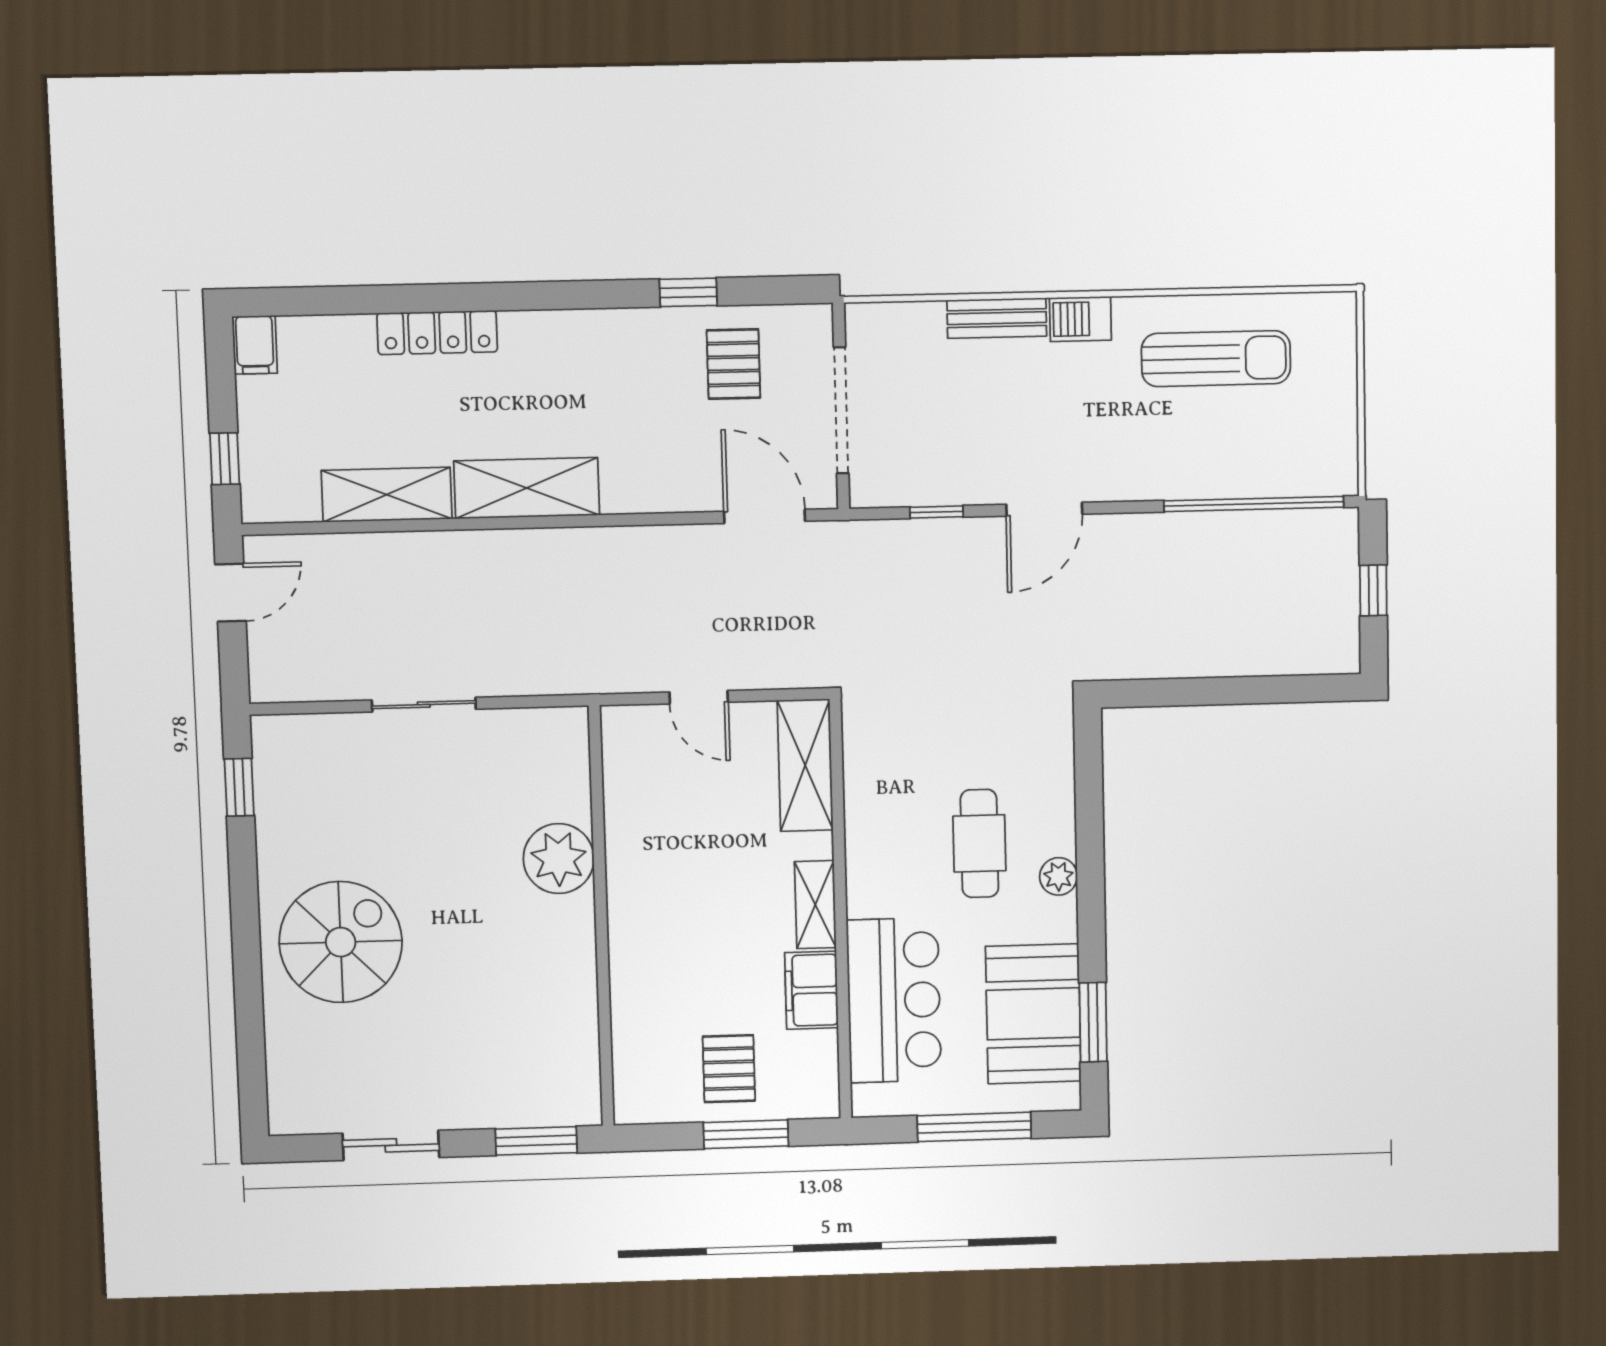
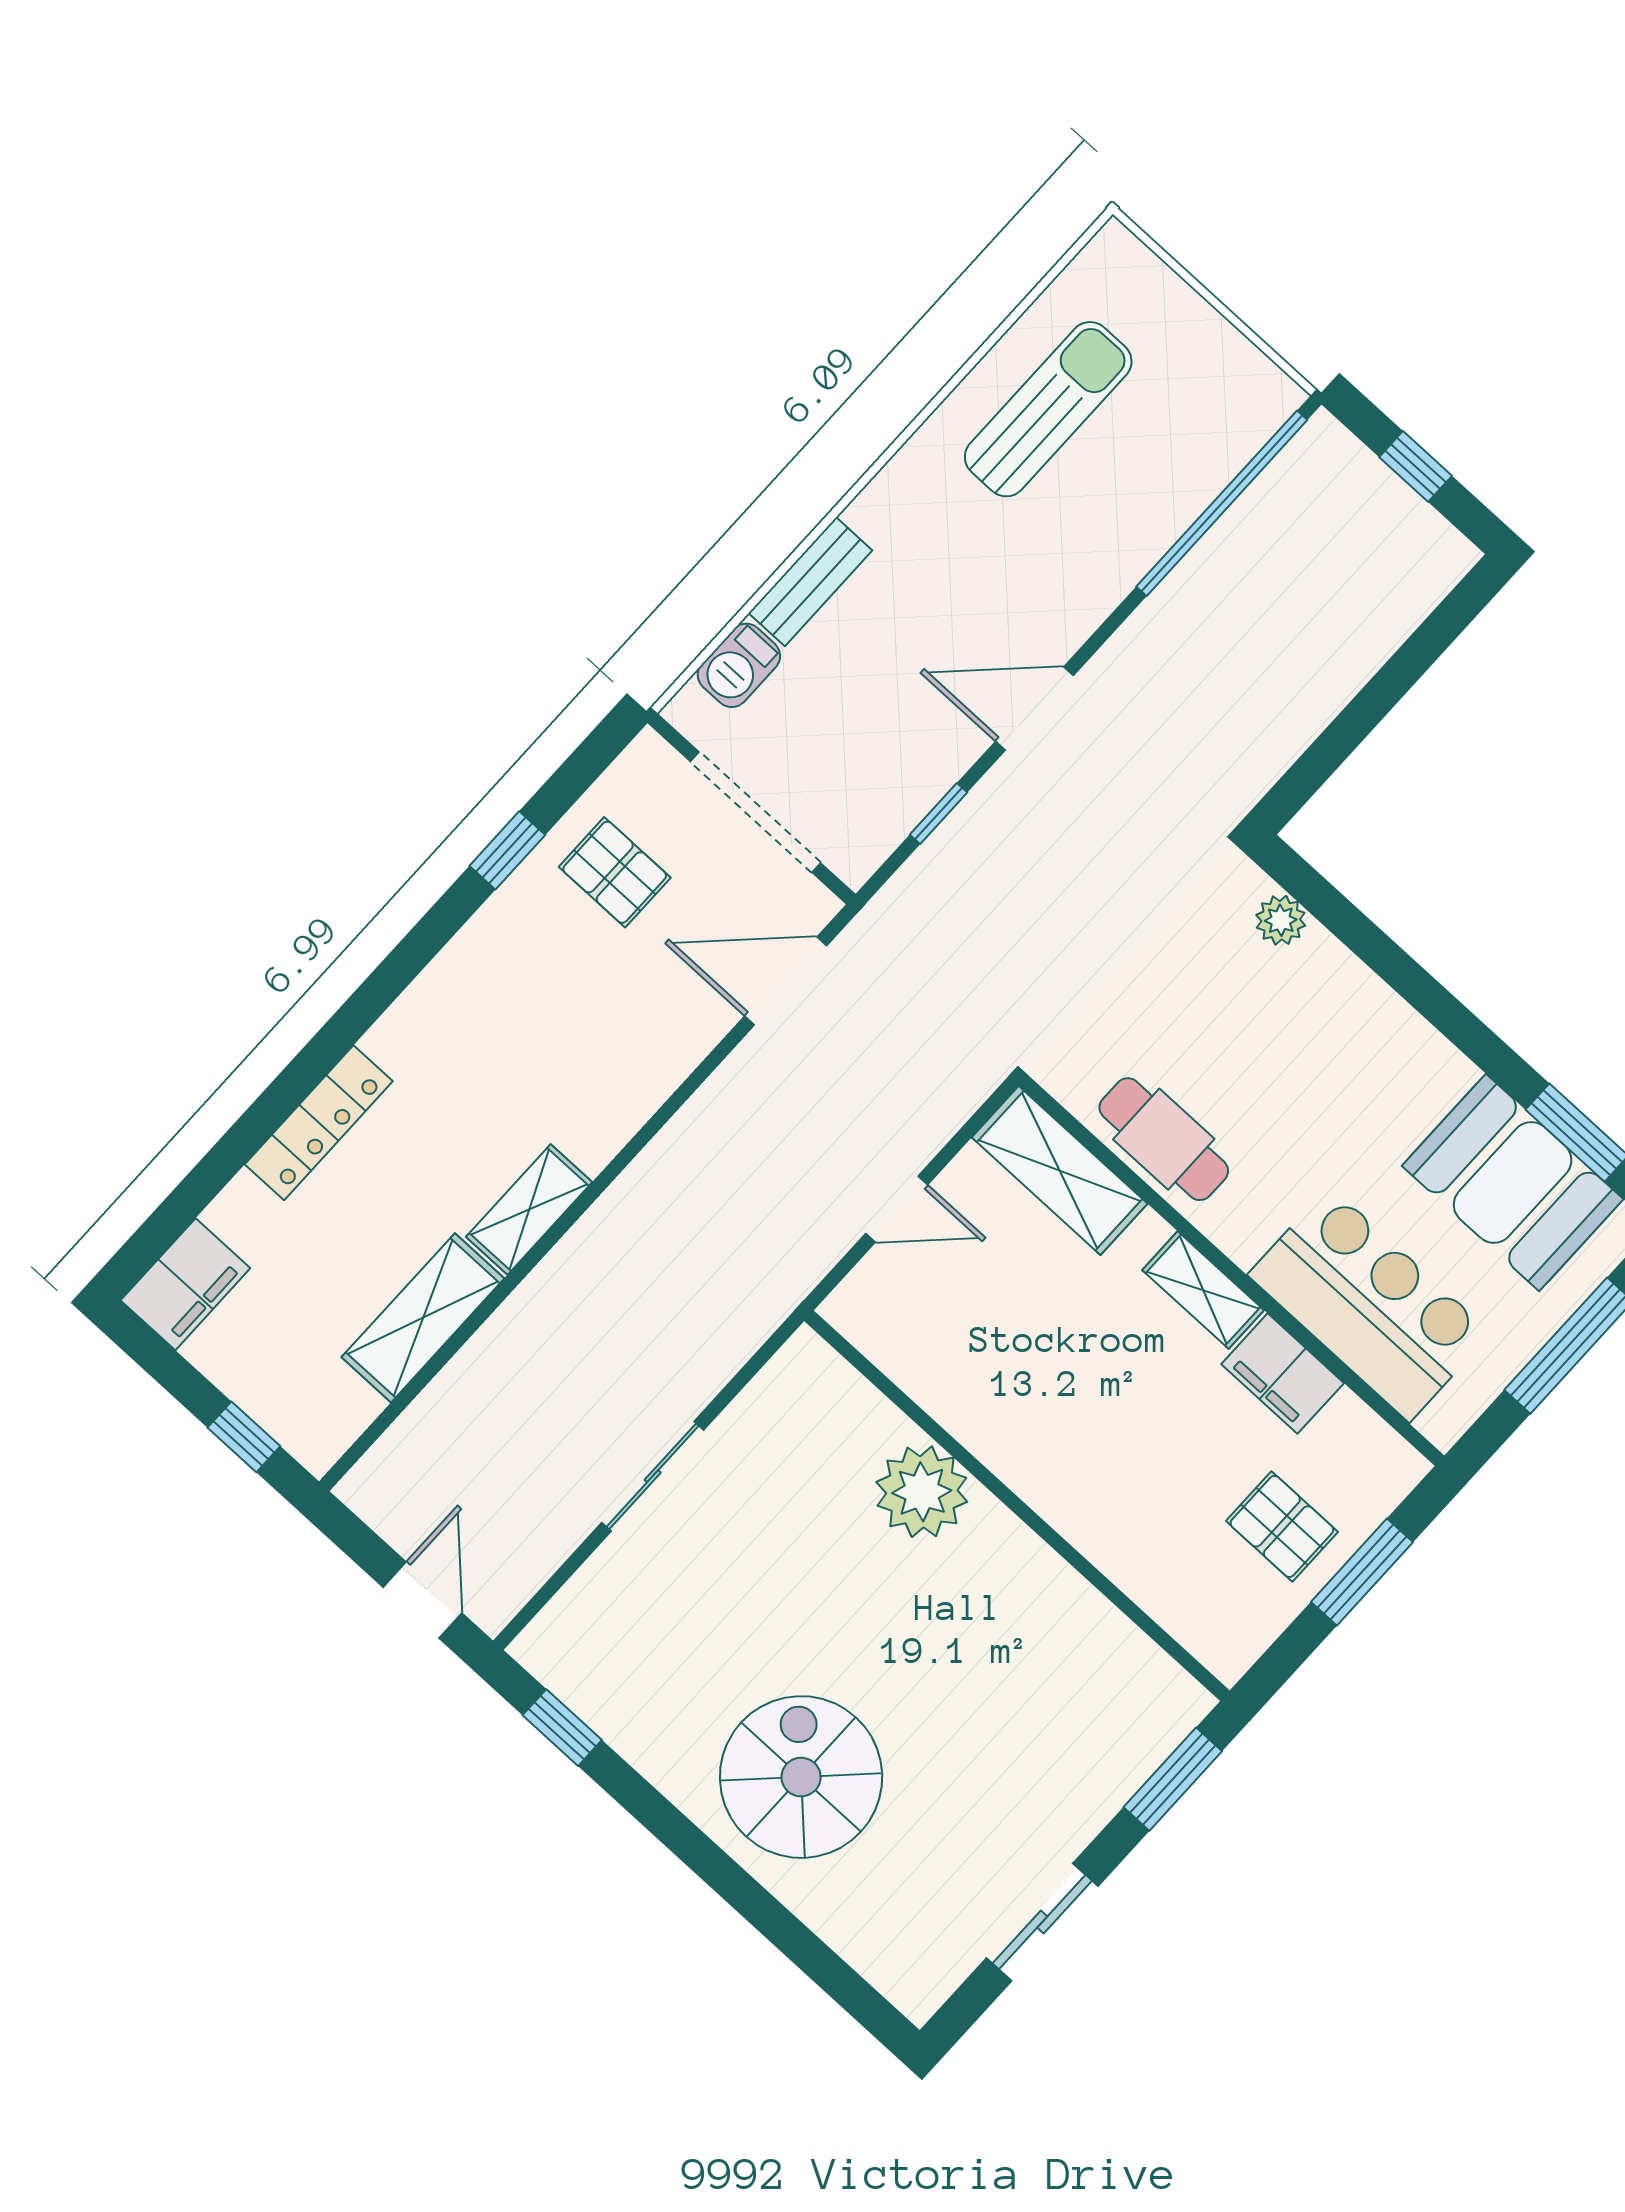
barbecue: (1080, 319) -> (739, 665), moved
filing cabinet: (255, 345) -> (185, 1284), width x2.00
shelving: (527, 488) -> (529, 1210), width x0.67, depth x0.75
door: (1044, 509) -> (1034, 708), swing flipped
door: (231, 593) -> (423, 1600), moved
cafe table: (979, 843) -> (1164, 1139), moved
plant: (1058, 876) -> (1281, 920), moved

